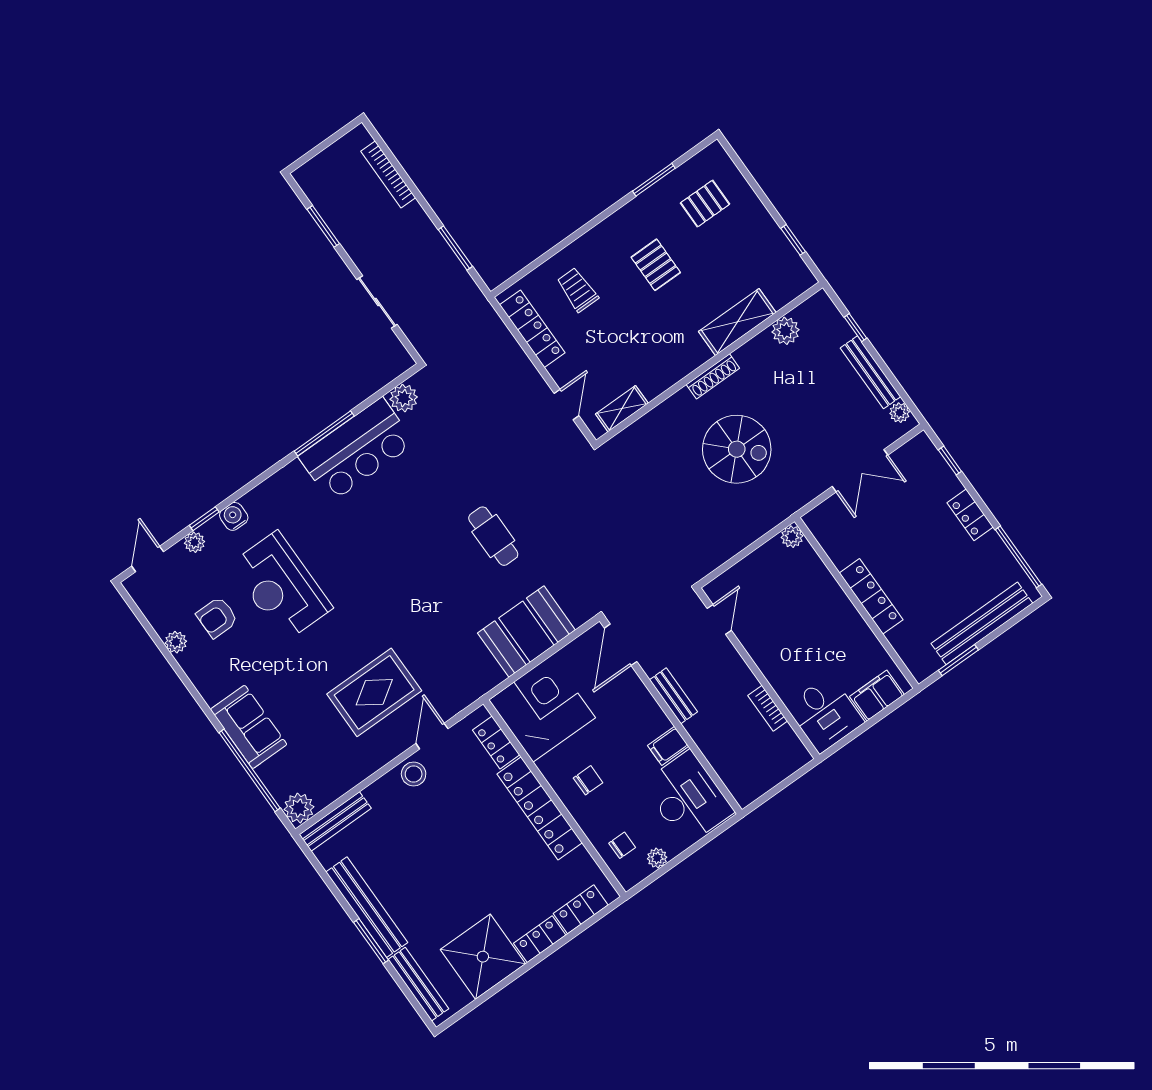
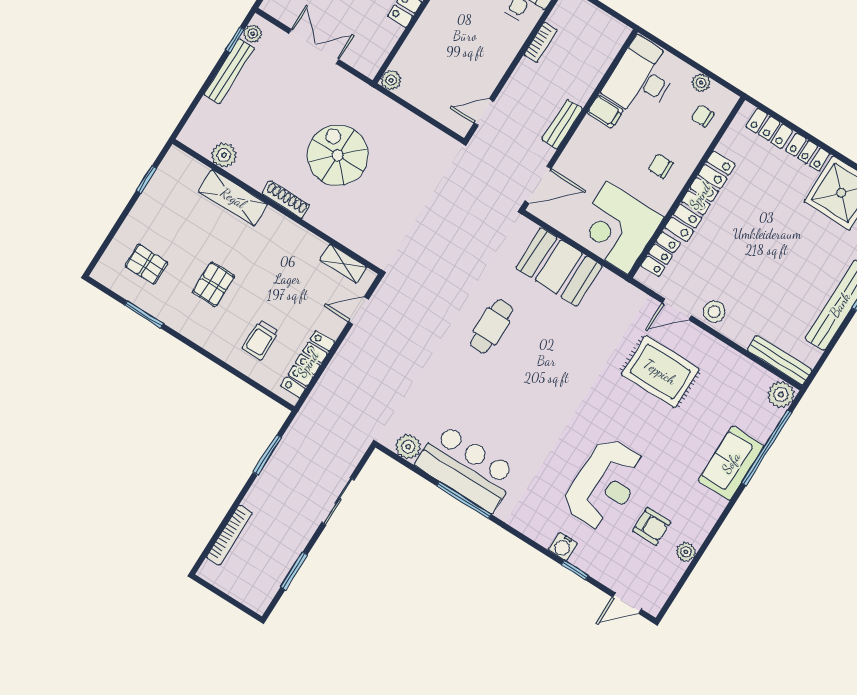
window: (856, 328) -> (235, 40), moved
plant: (195, 542) -> (597, 570), removed

